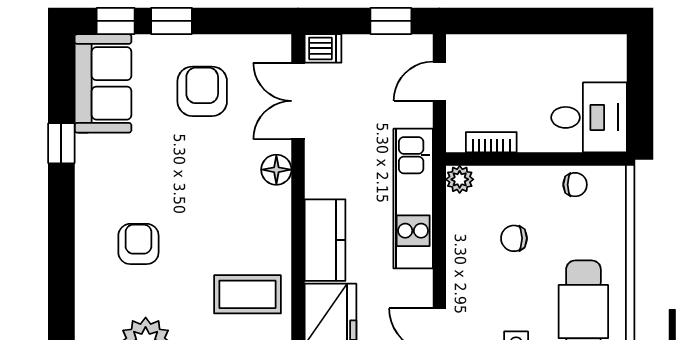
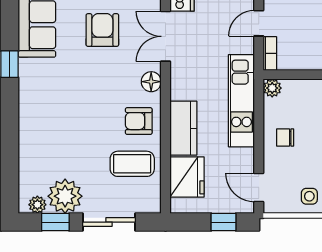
bookcase: (491, 142) -> (270, 53), moved, turned 90
chair: (514, 238) -> (285, 137), moved
armchair: (138, 244) -> (139, 121), moved, turned -90

